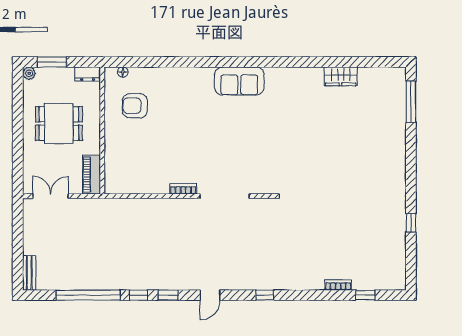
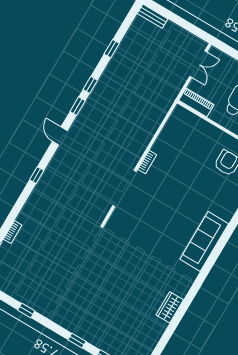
wardrobe: (341, 76) -> (170, 307), moved
sofa: (239, 81) -> (204, 242), width x1.36
window: (411, 152) -> (77, 341), added
window: (88, 295) -> (112, 49), width x0.32

